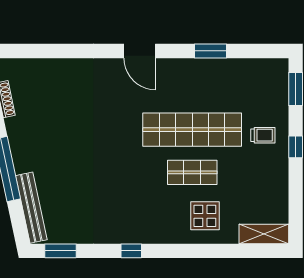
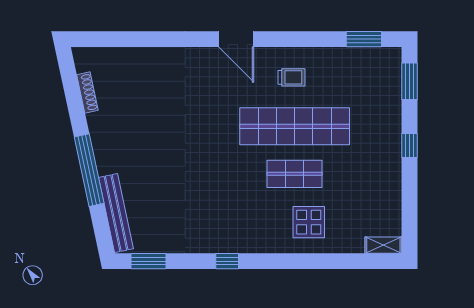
window: (210, 51) -> (364, 39), moved
trolley: (263, 135) -> (291, 77), moved
shelving: (264, 234) -> (383, 245), width x0.67, depth x0.75

